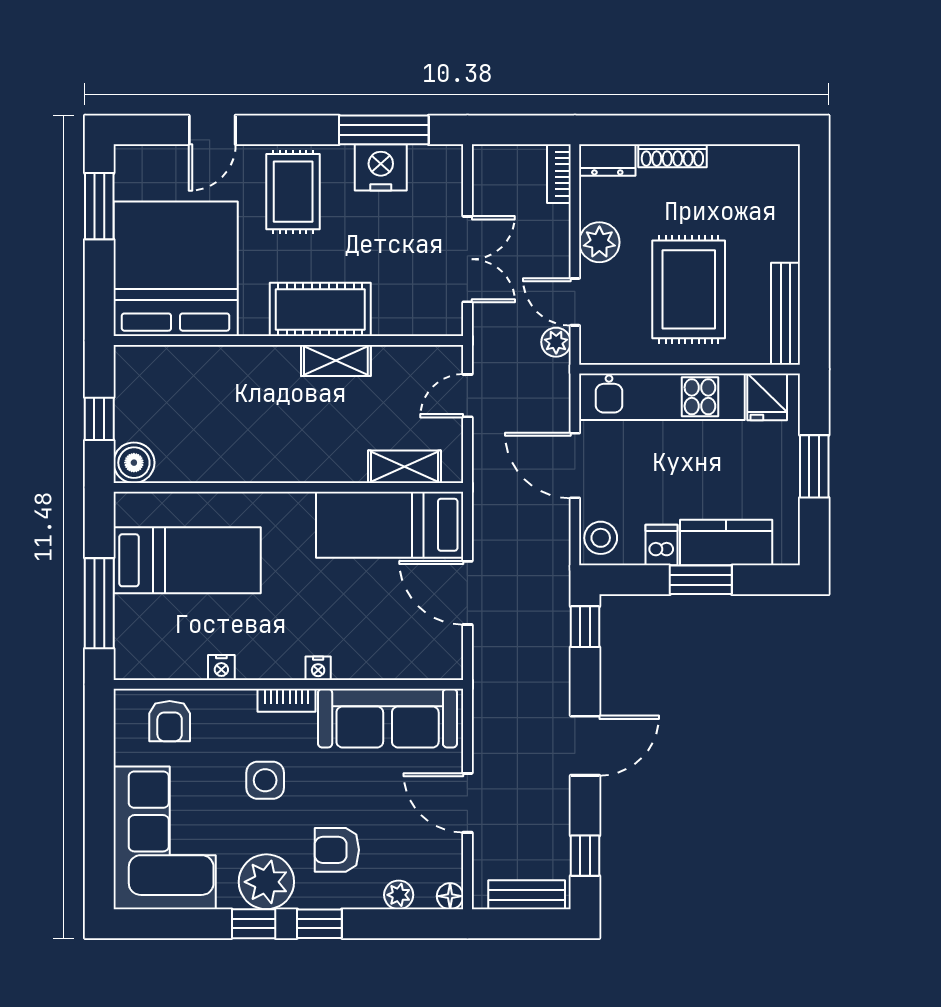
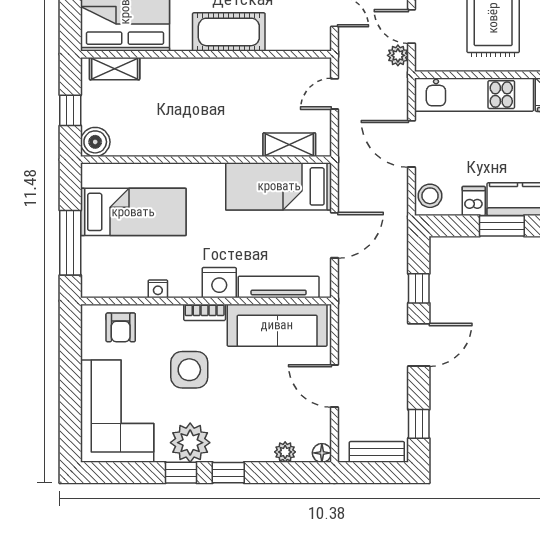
shelving: (336, 360) -> (115, 69), moved
door: (467, 593) -> (334, 235), swing flipped
window: (585, 627) -> (419, 288), moved
tv unit: (390, 665) -> (279, 287), added
nightstand: (318, 668) -> (219, 283), width x1.89, depth x1.79
side table: (265, 780) -> (189, 370), width x1.37, depth x1.37
armchair: (337, 850) -> (241, 420), removed

